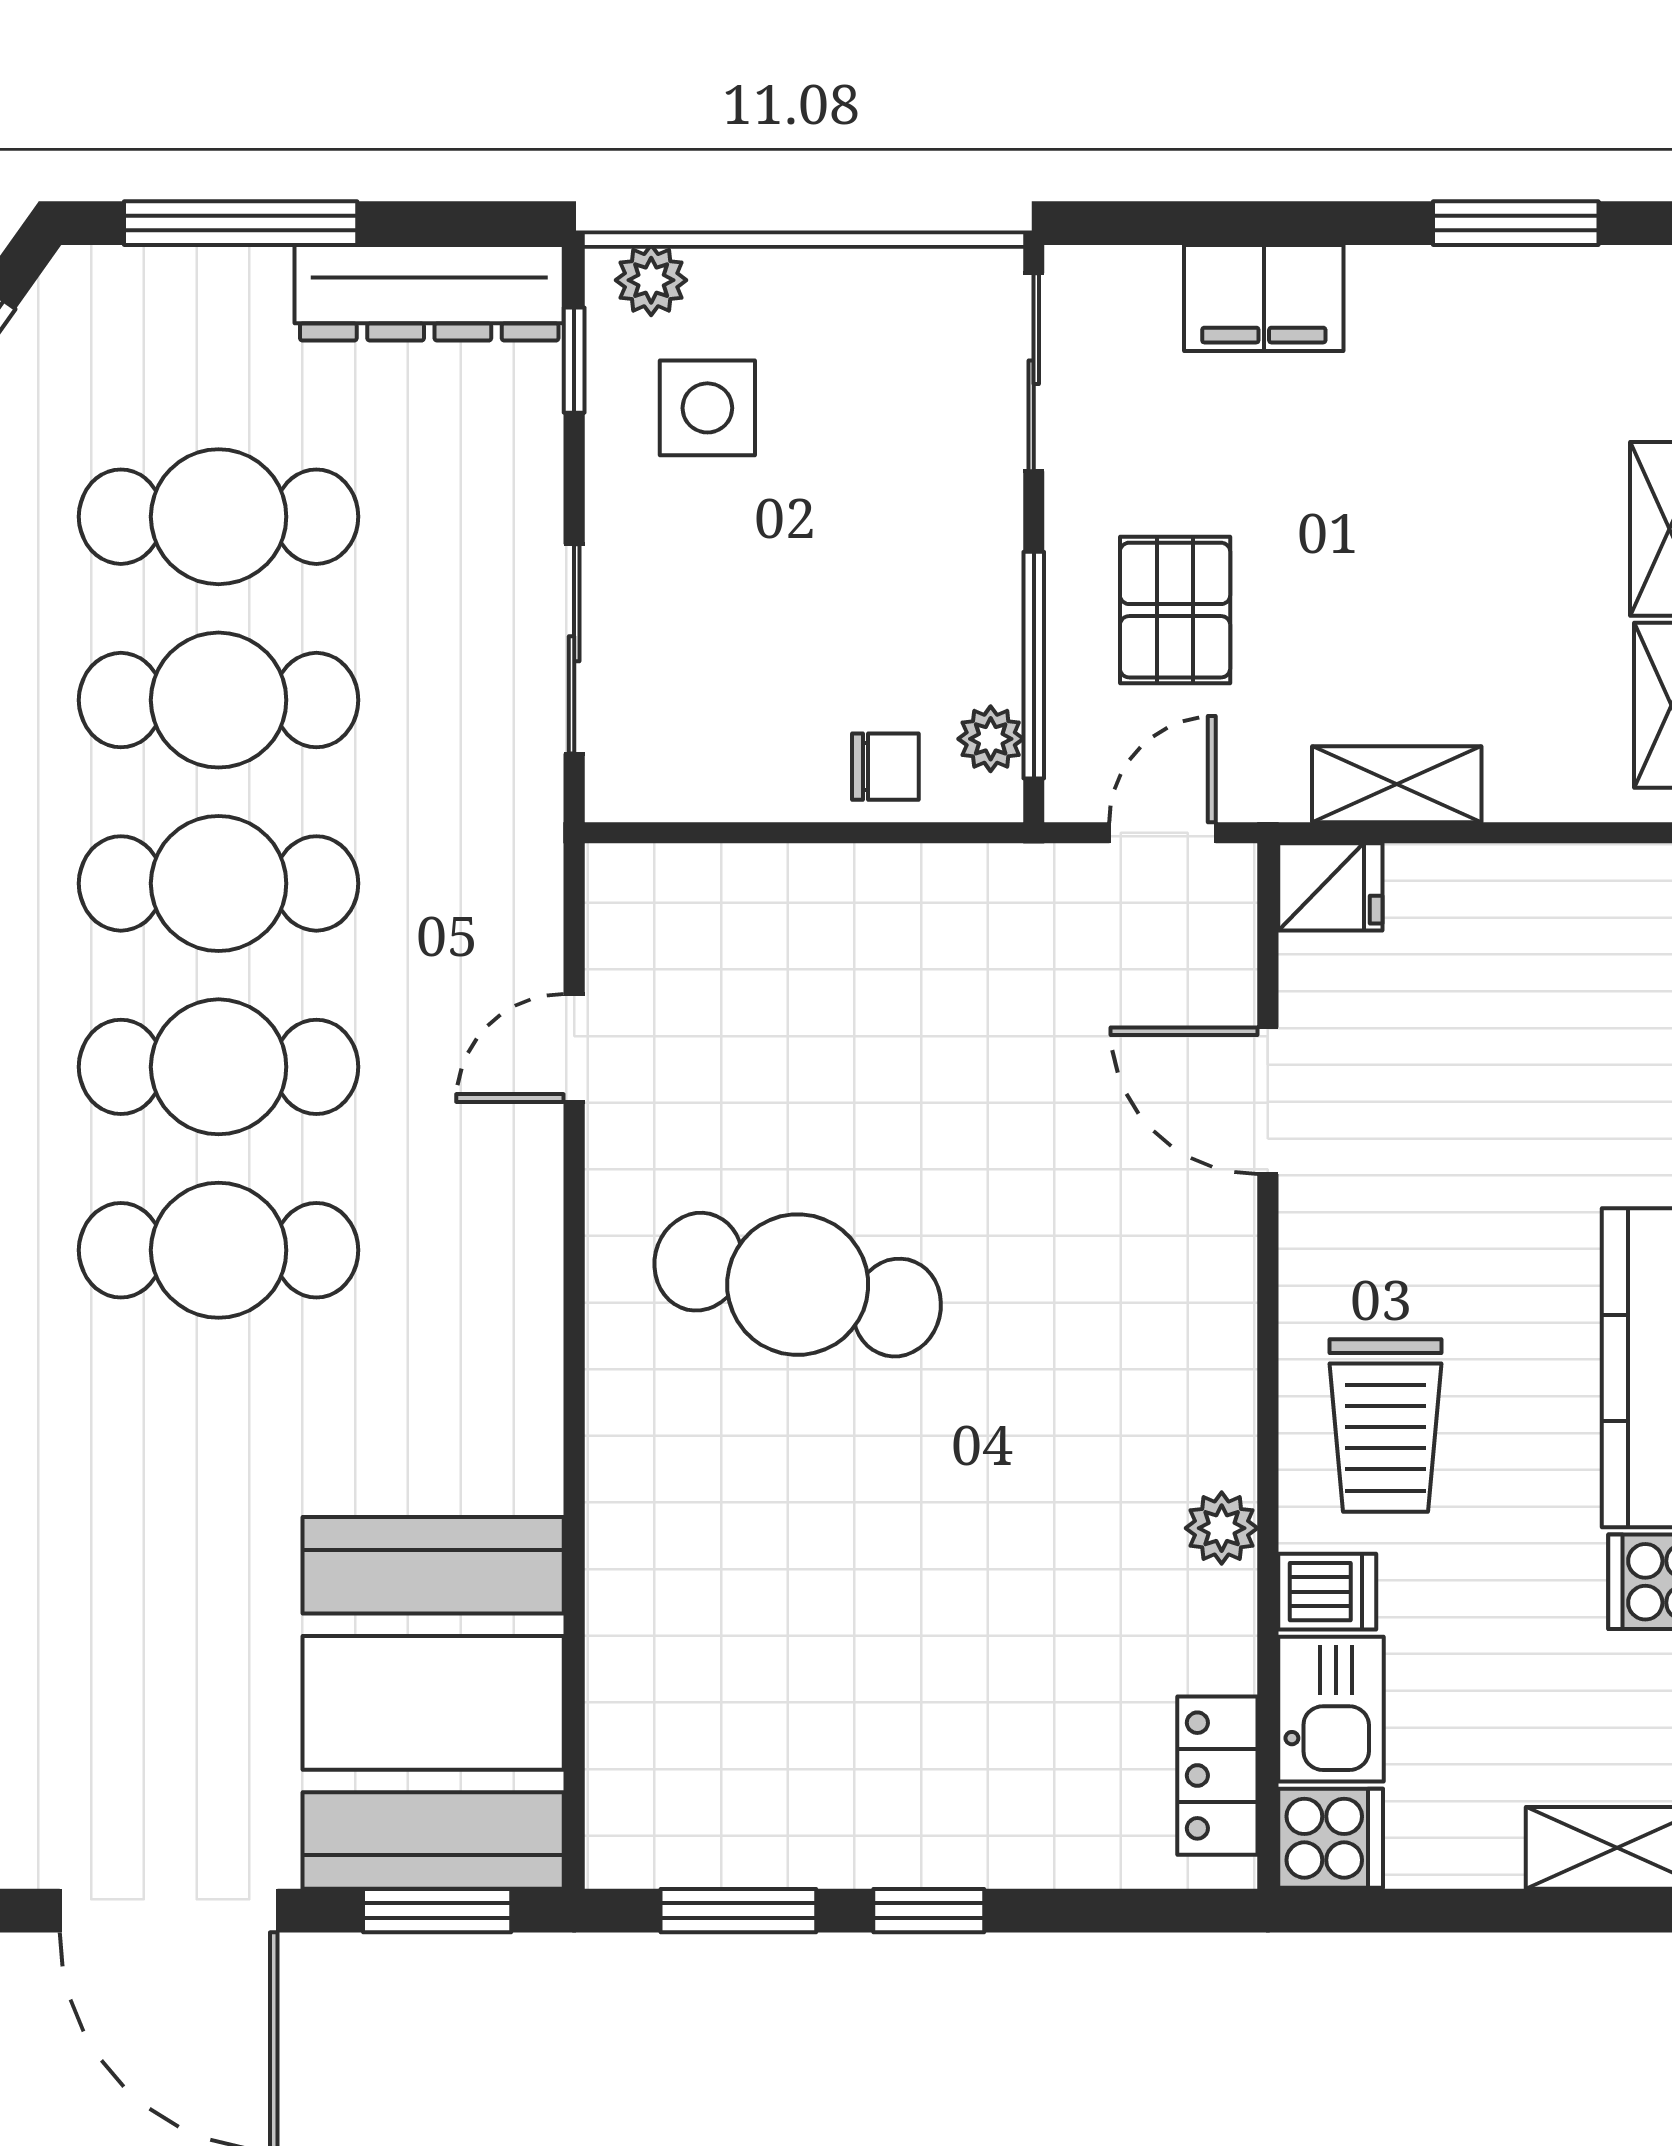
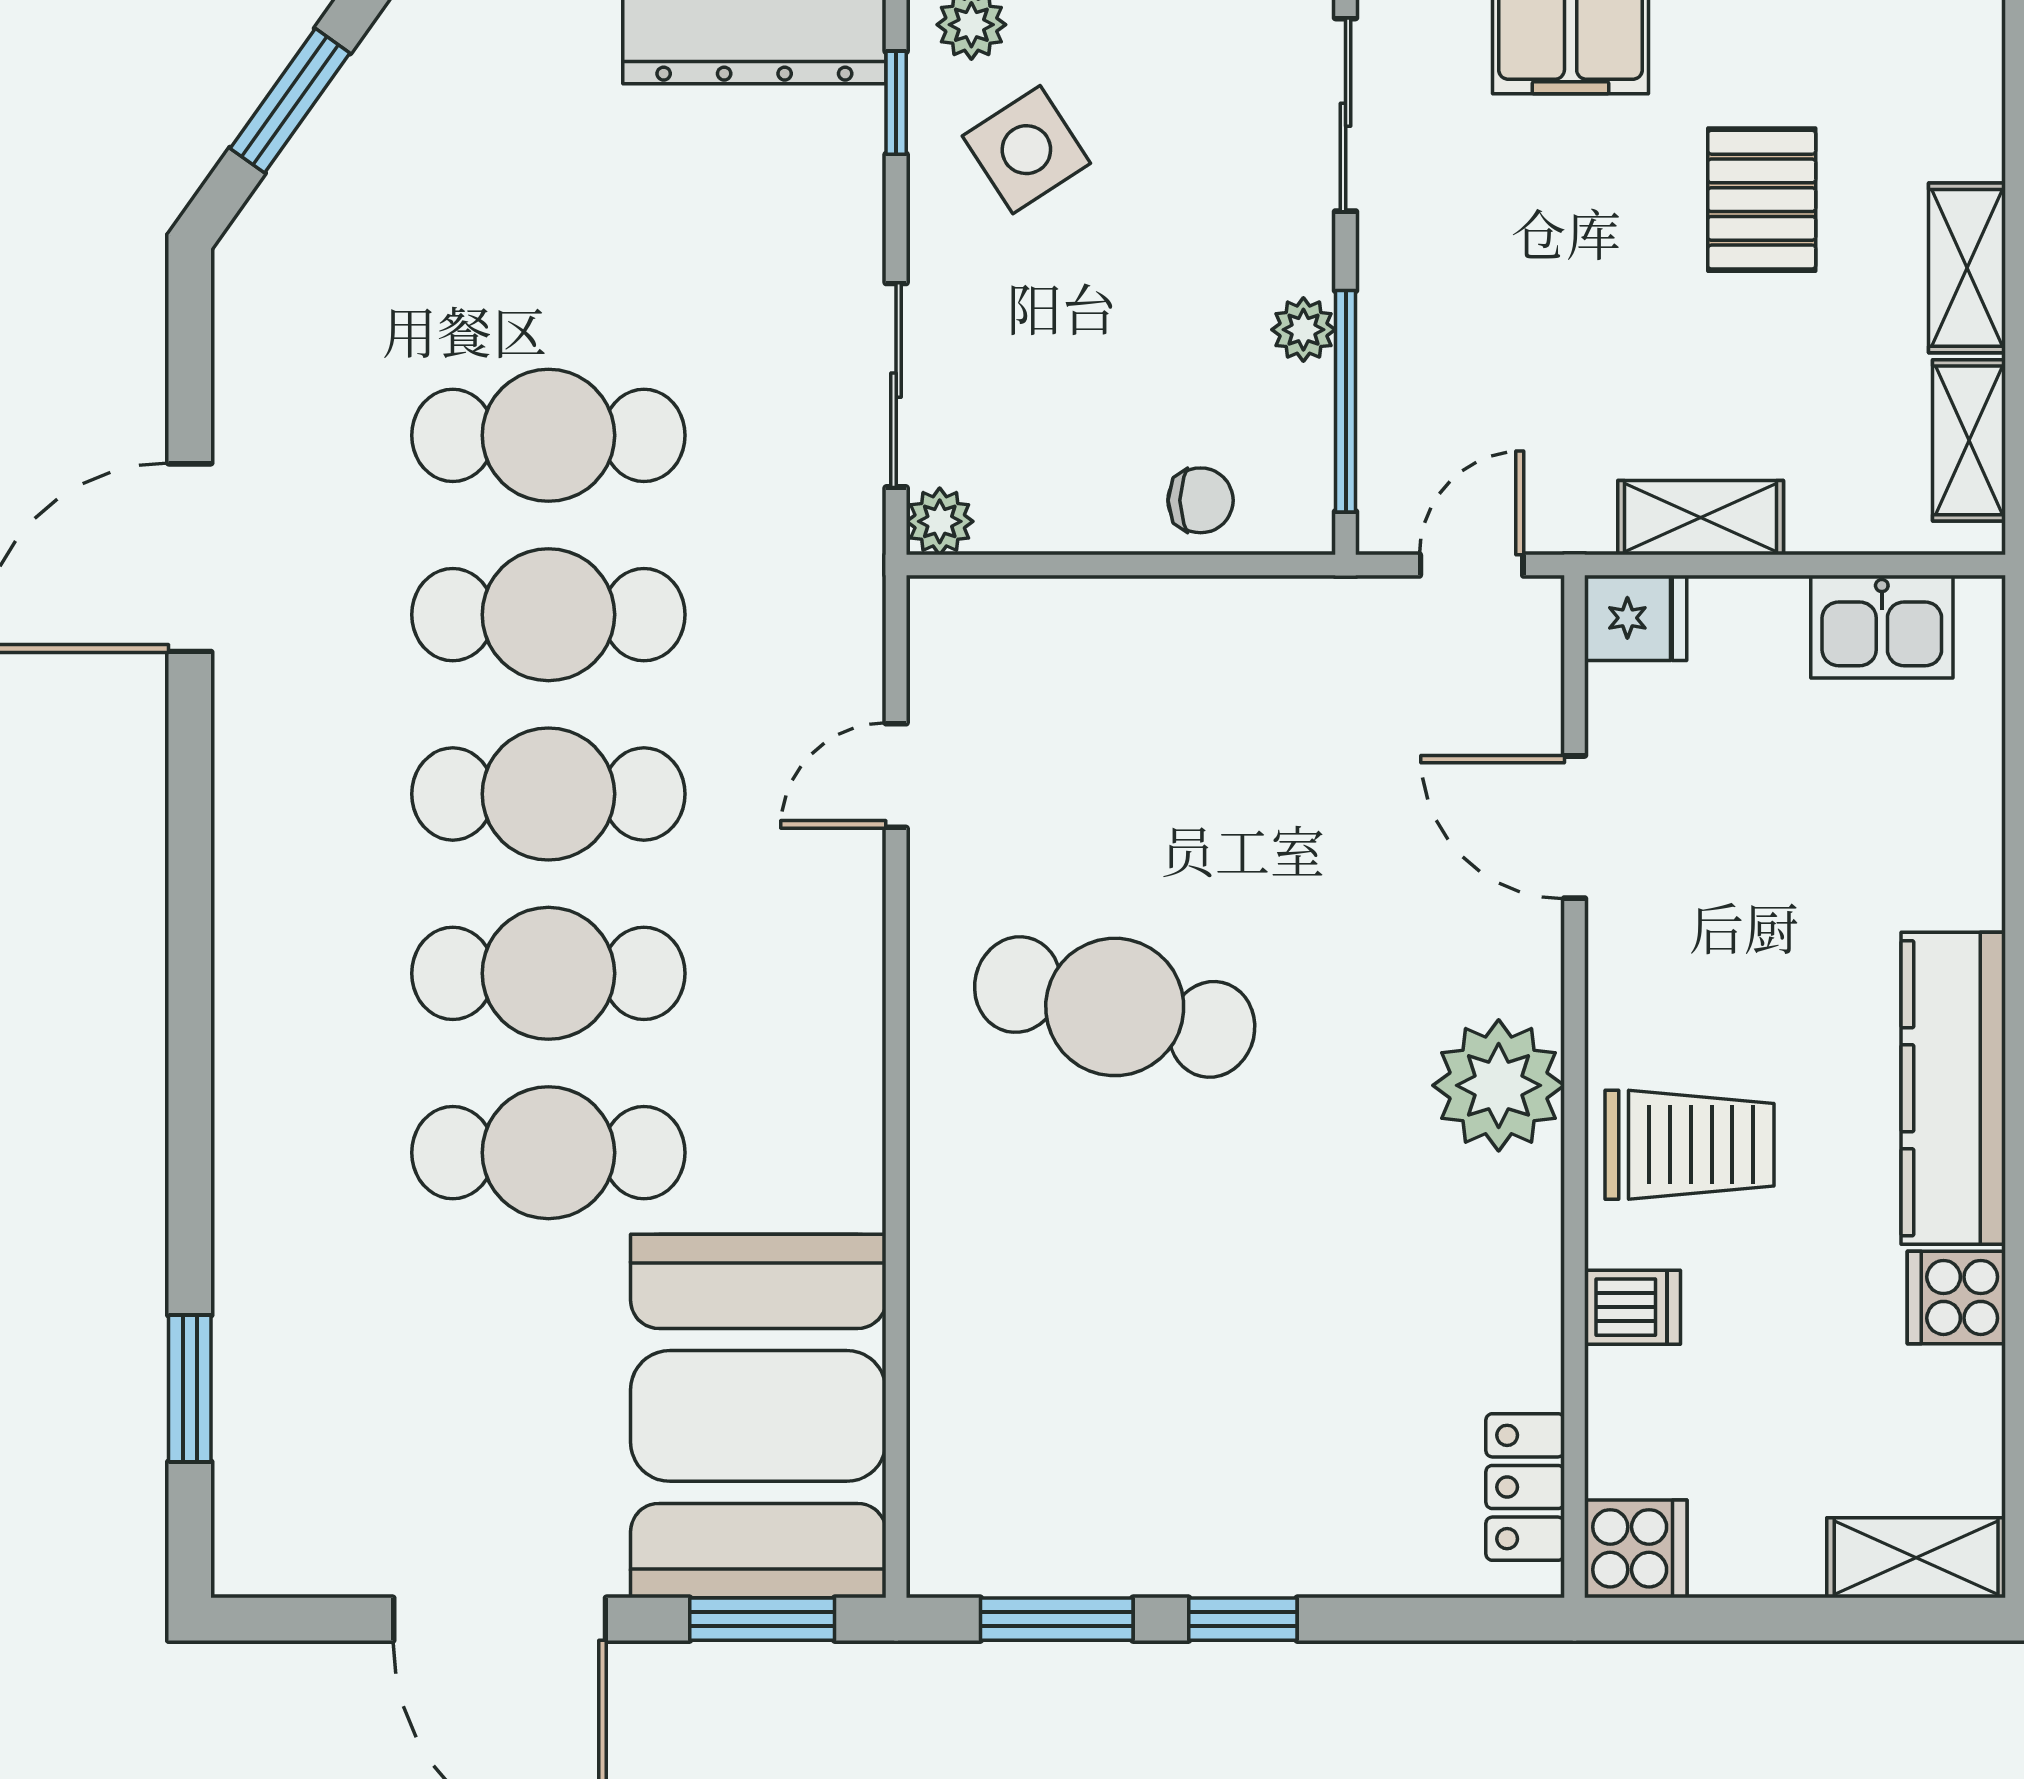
side table: (707, 408) -> (1026, 150), turned -33
cafe table: (219, 517) -> (548, 1153), moved
pallet: (1175, 610) -> (1762, 200), moved
plant: (991, 739) -> (1303, 330), moved
plant: (619, 788) -> (940, 521), added
trolley: (1385, 1426) -> (1690, 1145), turned -90
plant: (1222, 1528) -> (1499, 1085), moved, width x1.88, depth x1.88
kitchen sink: (1331, 1709) -> (1882, 627), moved, turned 90

